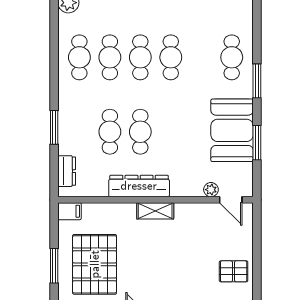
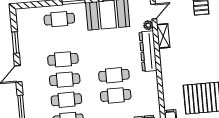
dresser: (139, 186) -> (148, 51), moved
shelving: (155, 211) -> (163, 36), moved

